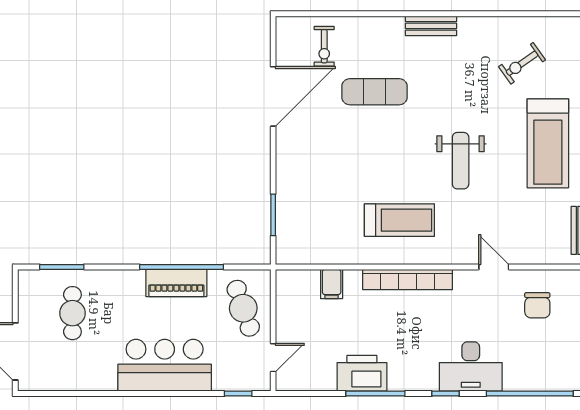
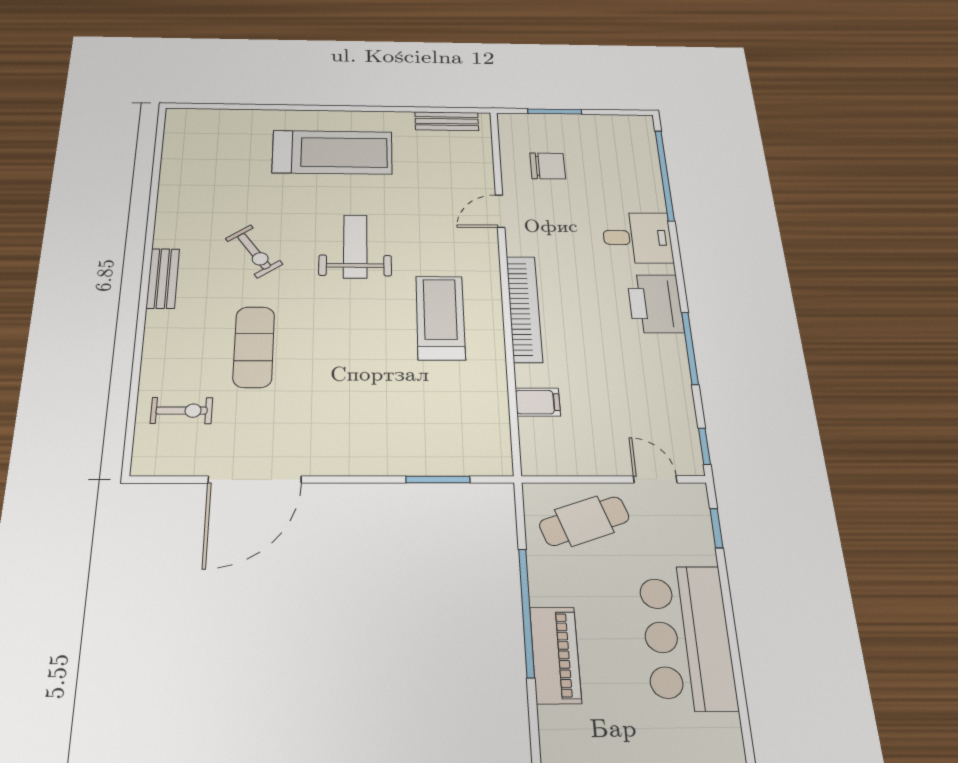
exercise bike: (522, 63) -> (254, 251), moved
door: (273, 96) -> (255, 479), swing flipped
weight bench: (461, 161) -> (355, 246), turned -90
piano: (176, 283) -> (555, 655), moved
desk: (471, 367) -> (637, 238), width x0.73
printer: (362, 373) -> (655, 304), moved
window: (445, 394) -> (704, 446), moved

